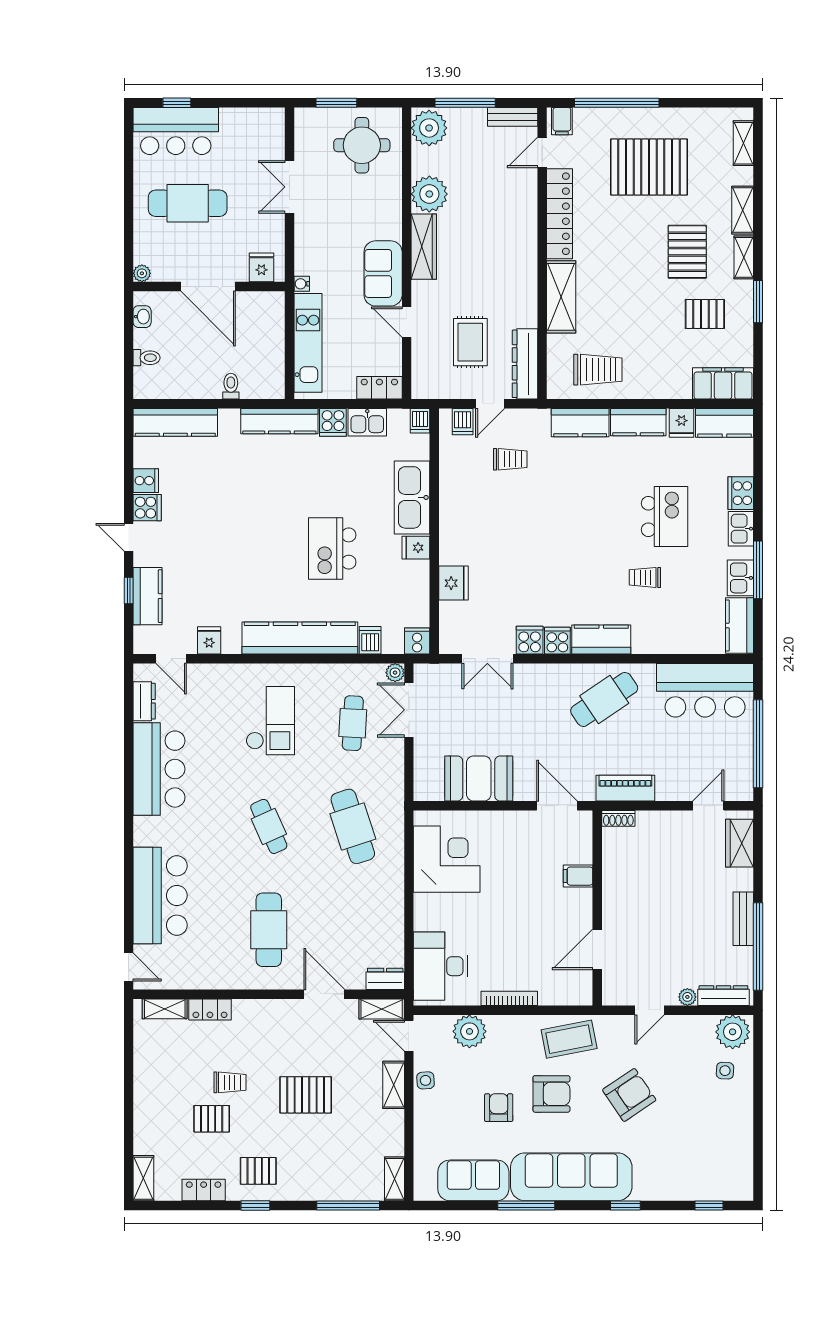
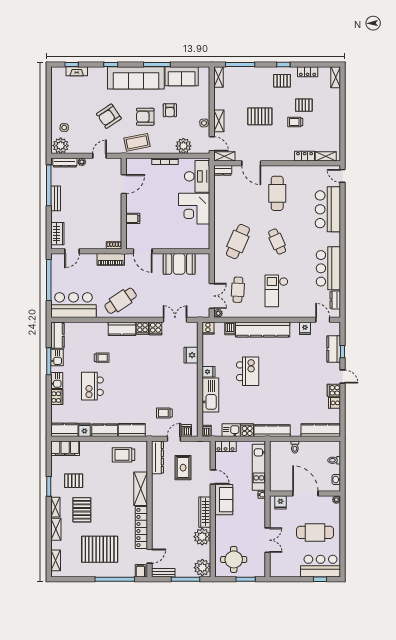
cafe table: (353, 826) -> (238, 242), turned 42
corner desk: (447, 859) -> (194, 209), moved
fireplace: (698, 1191) -> (77, 71), added

